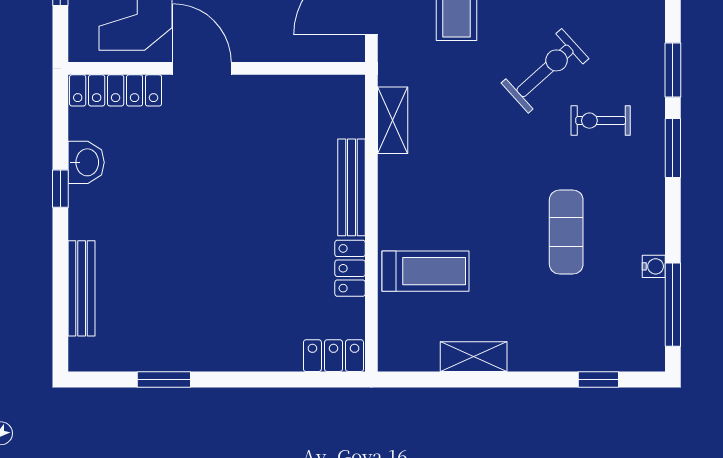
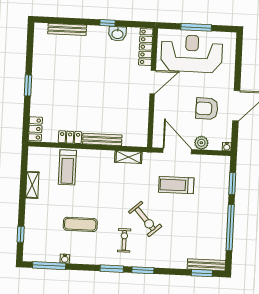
window: (164, 379) -> (28, 85), moved

